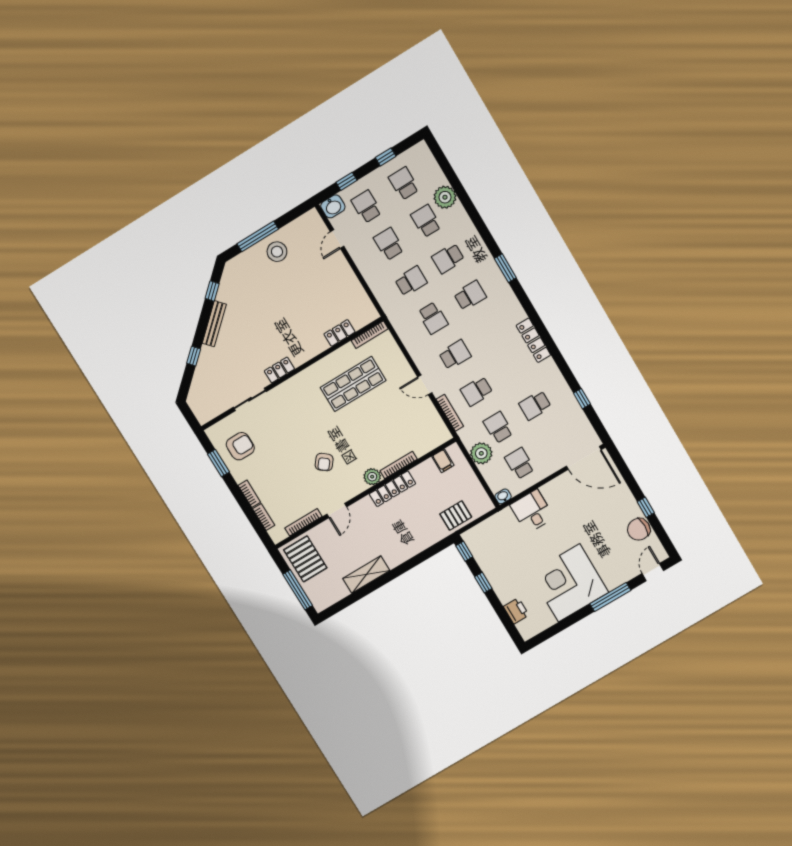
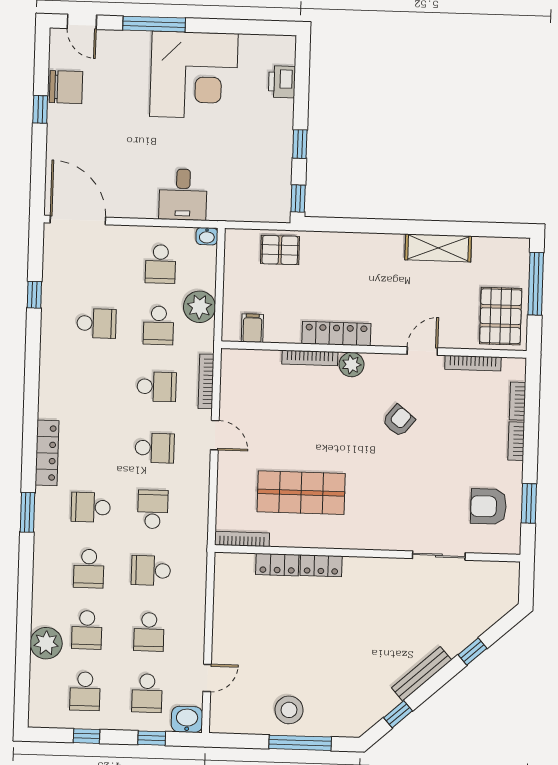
school desk: (448, 258) -> (89, 569), turned 90
locker: (533, 340) -> (47, 453), moved
school desk: (455, 355) -> (155, 448), turned 180
locker: (279, 370) -> (321, 566), moved
door: (653, 572) -> (82, 22), hinge flipped

